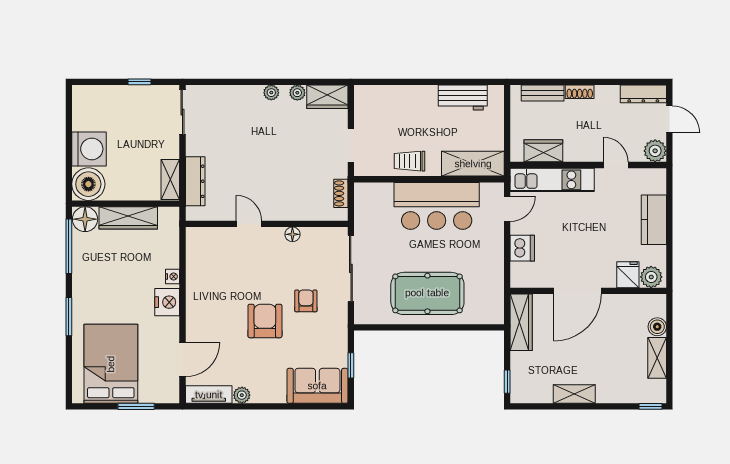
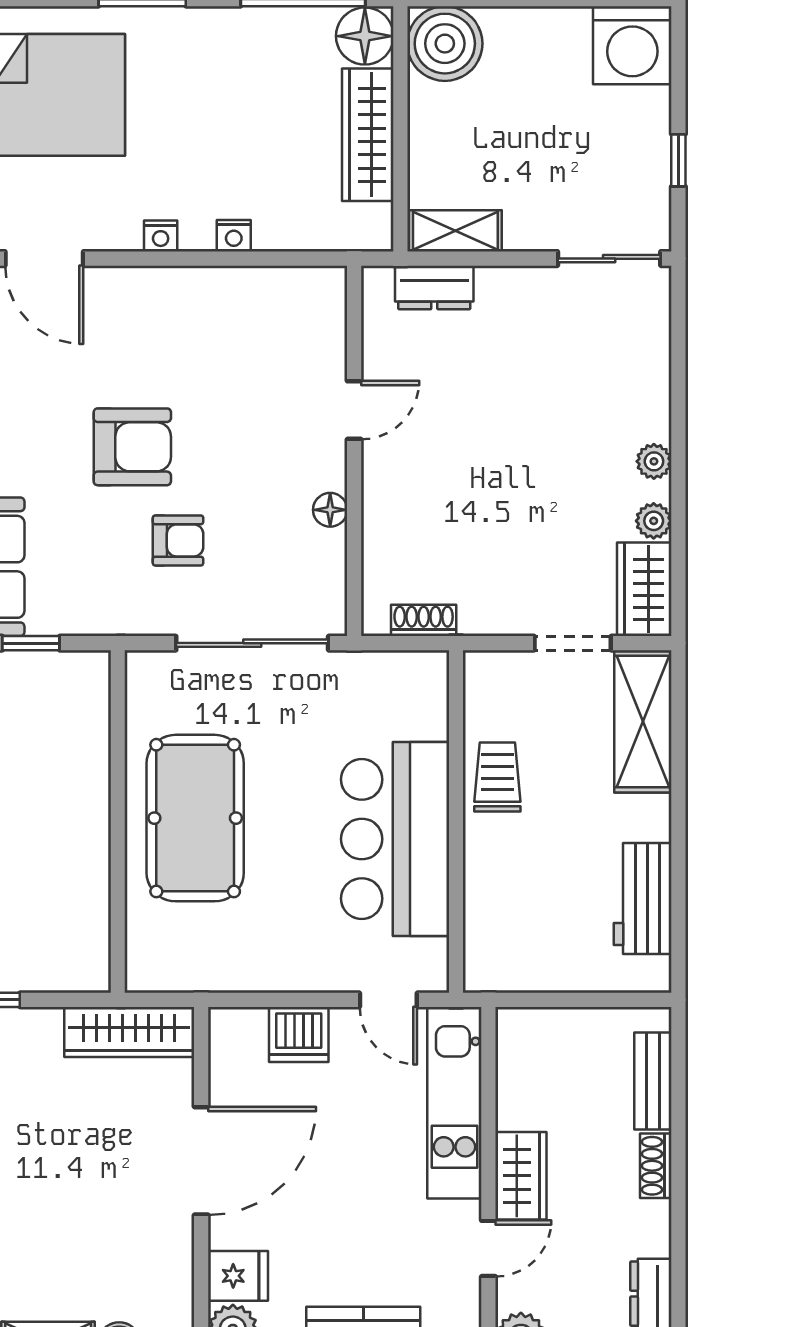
doorway: (351, 145) -> (573, 643), moved
washing machine: (89, 149) -> (632, 45), moved
wardrobe: (543, 151) -> (521, 1176), moved
shelving: (473, 164) -> (643, 721), moved
dresser: (195, 181) -> (434, 287), width x0.70
door: (578, 291) -> (201, 1161), swing flipped
nightstand: (167, 302) -> (161, 236), width x0.53, depth x0.56

